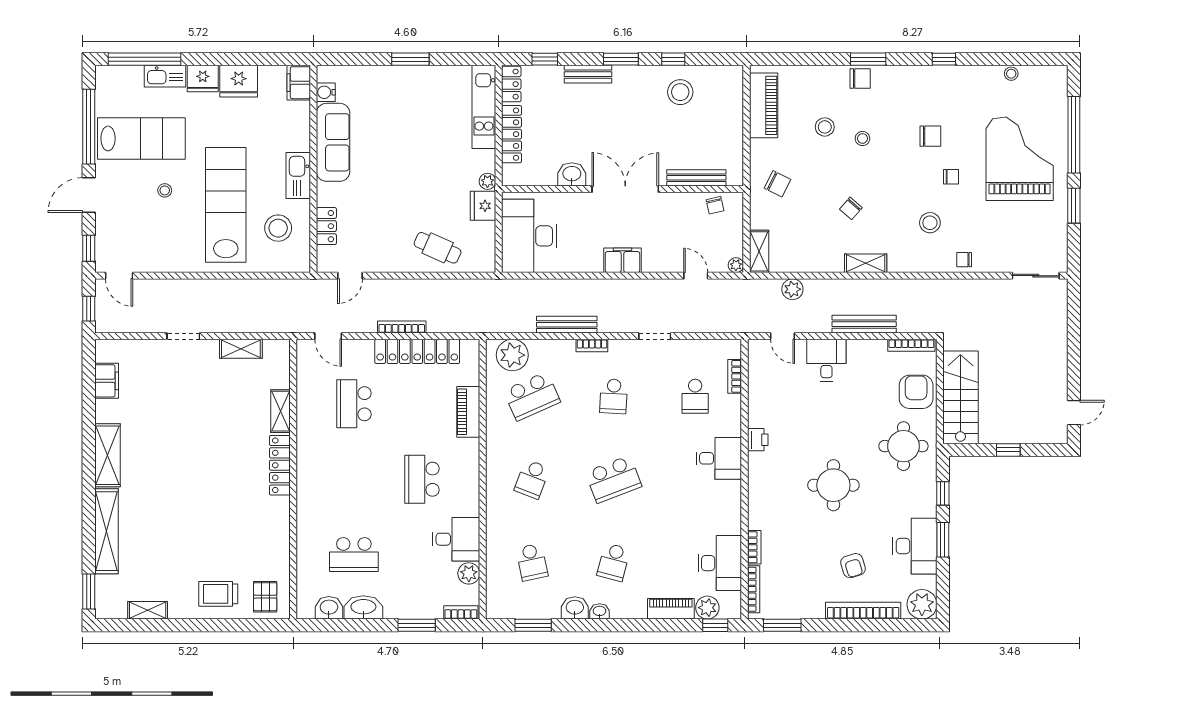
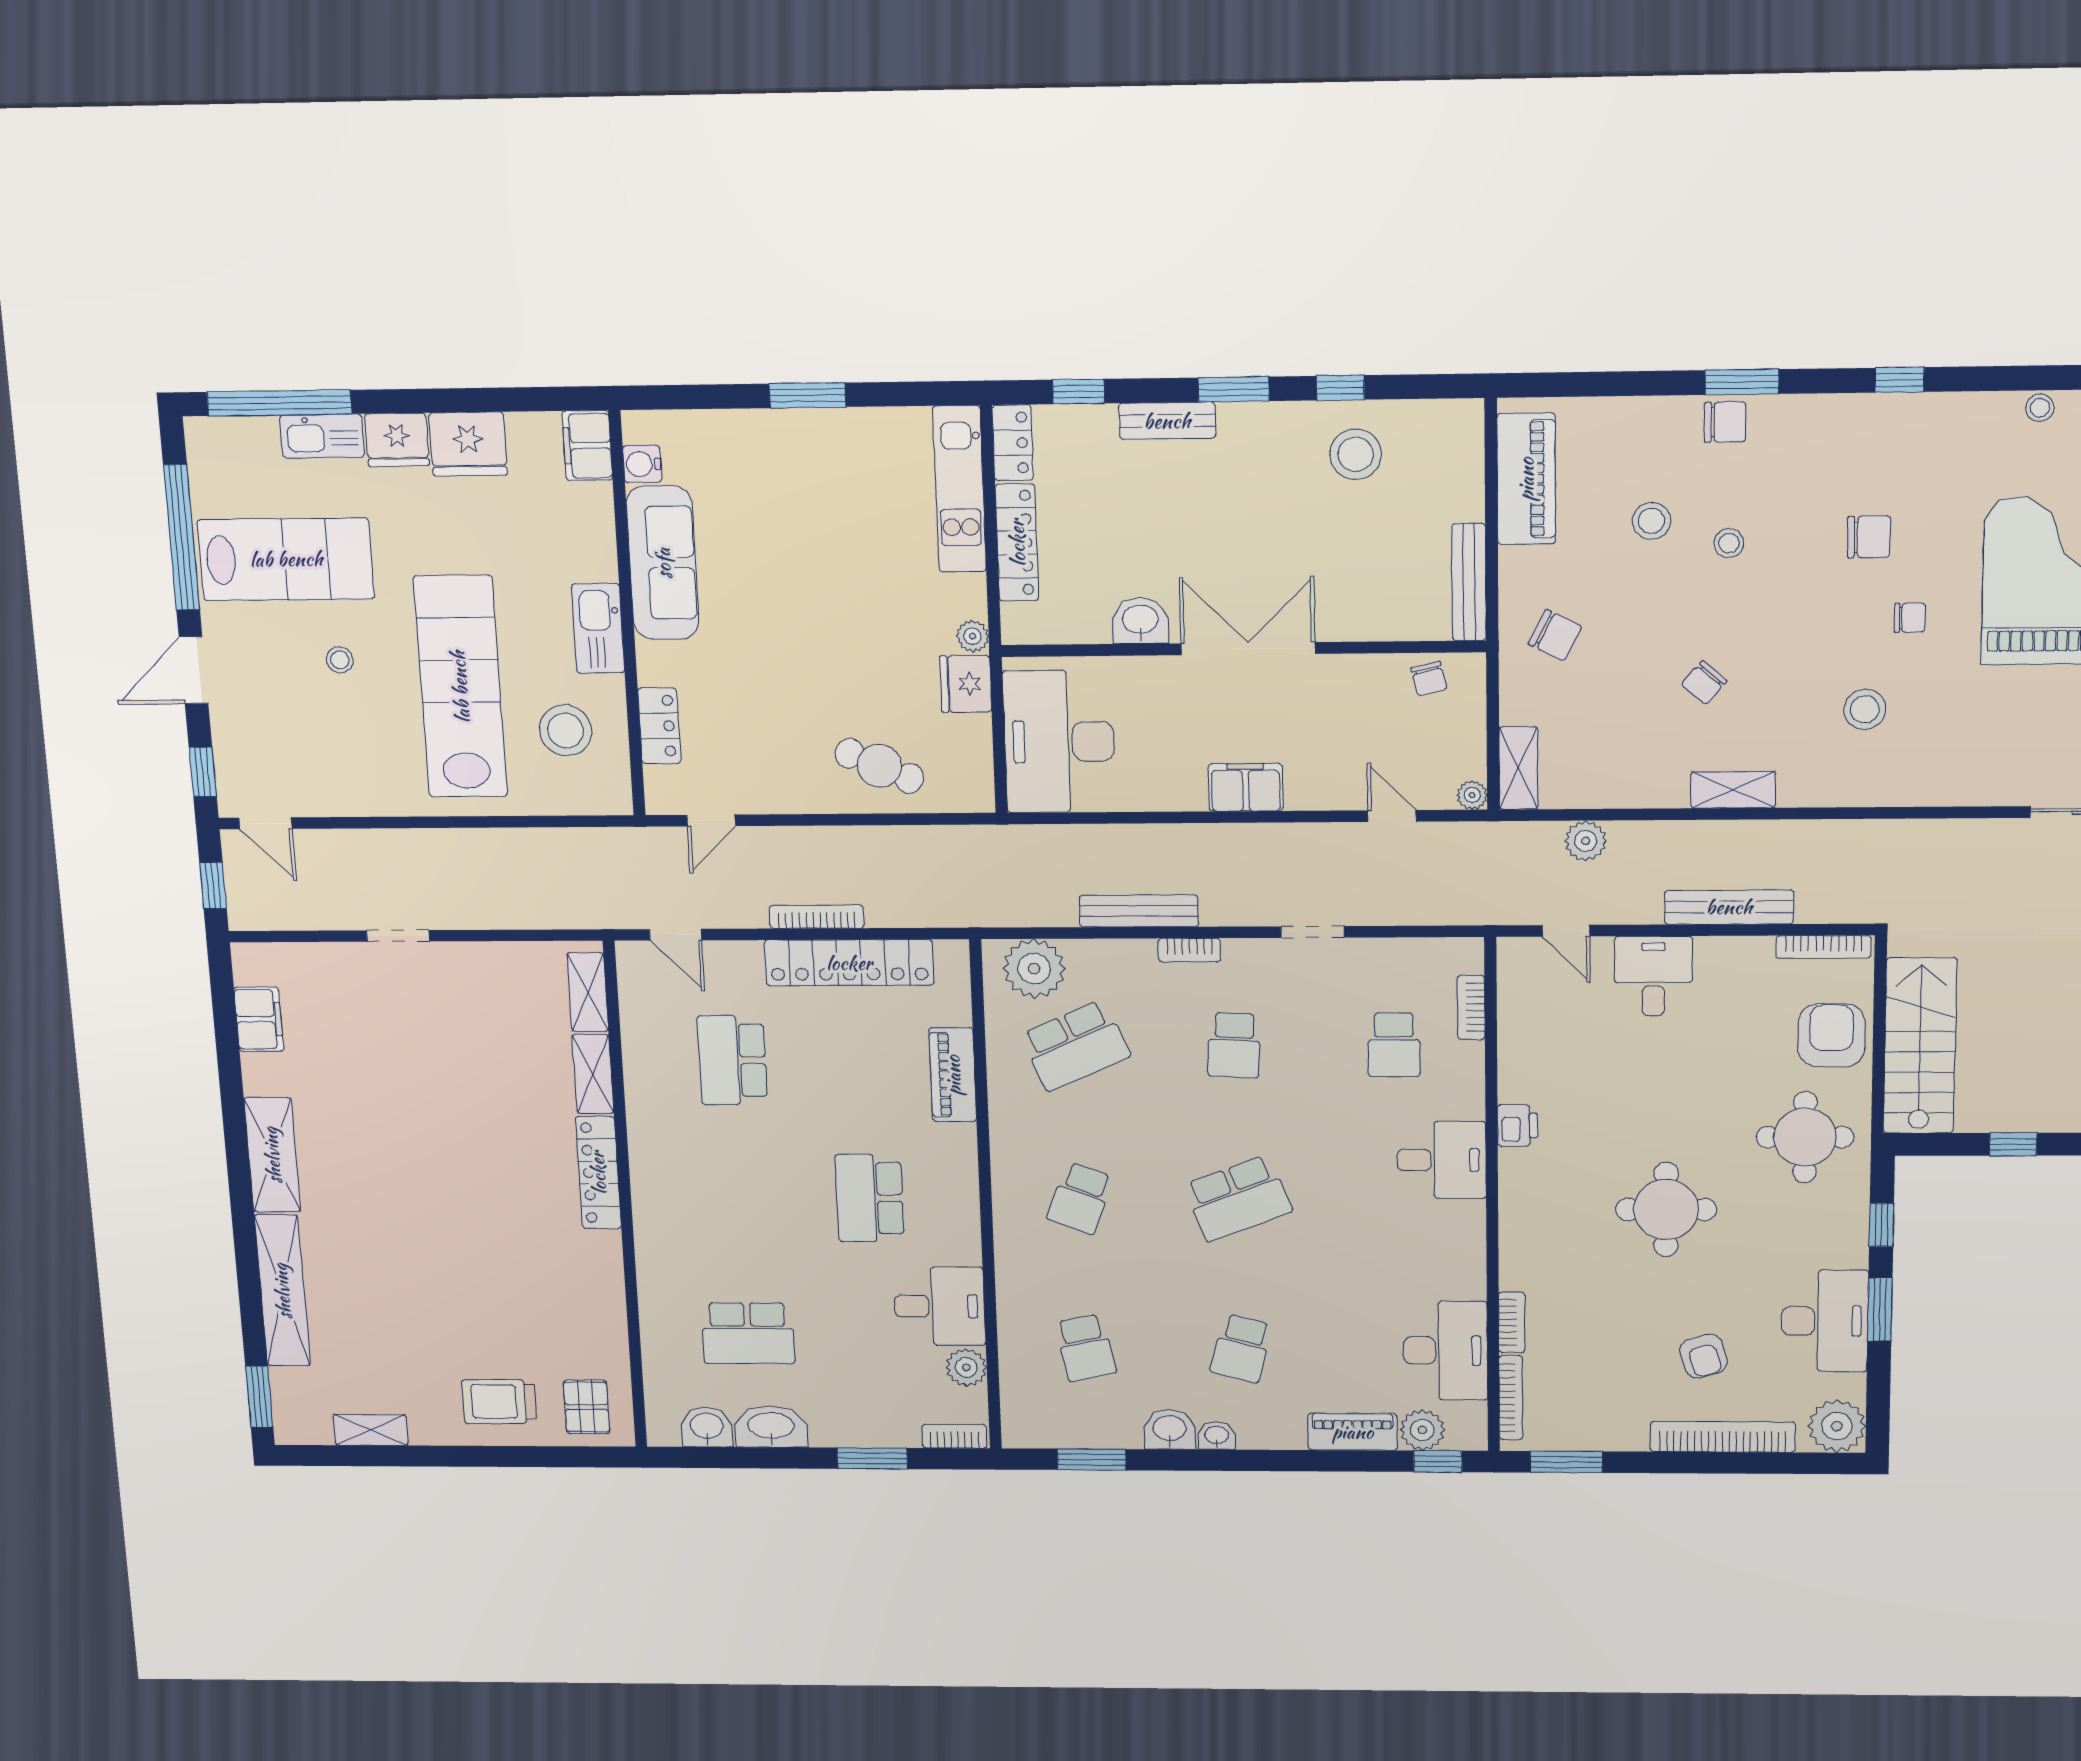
bench: (696, 178) -> (1469, 582), moved, turned 90
chair: (964, 260) -> (1933, 781), removed
shelving: (241, 349) -> (588, 992), moved, turned 90

